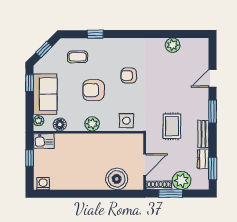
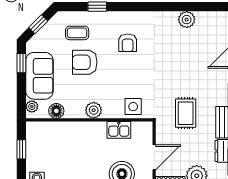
armchair: (129, 76) -> (128, 43), moved, turned -90
armchair: (94, 90) -> (85, 62), moved
kitchen sink: (44, 141) -> (119, 130), moved

